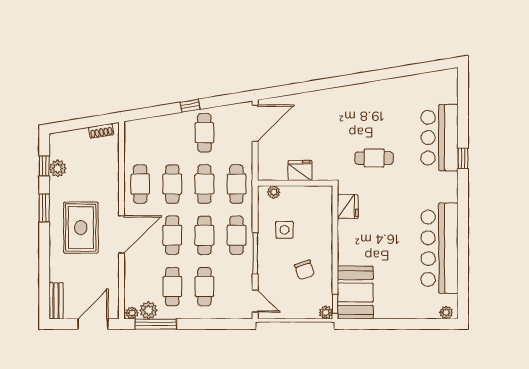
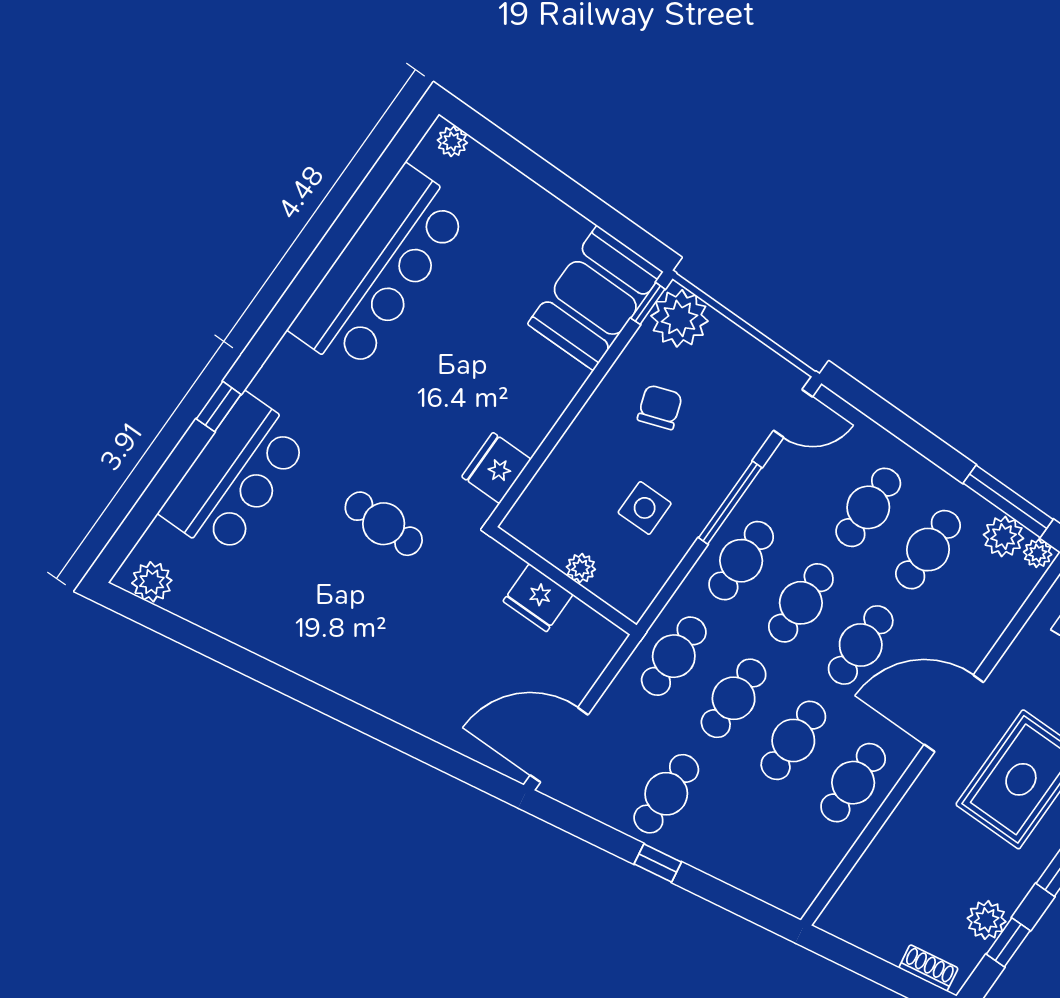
plant: (443, 79) -> (152, 582), added
shoe rack: (101, 131) -> (928, 968), moved
plant: (274, 192) -> (581, 568), moved
door: (255, 301) -> (793, 414), swing flipped
plant: (326, 312) -> (680, 318), width x1.88, depth x1.88

